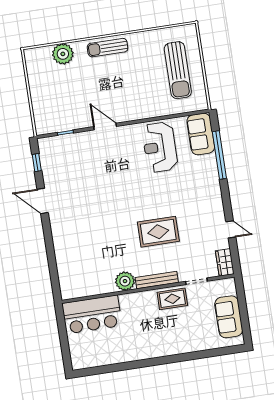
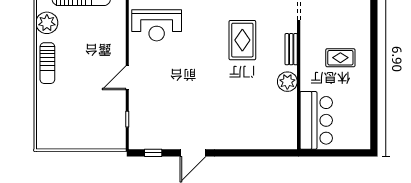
plant: (63, 54) -> (47, 23), moved
bench: (157, 280) -> (291, 49), width x0.73
rug: (172, 299) -> (340, 58), moved, turned 90

